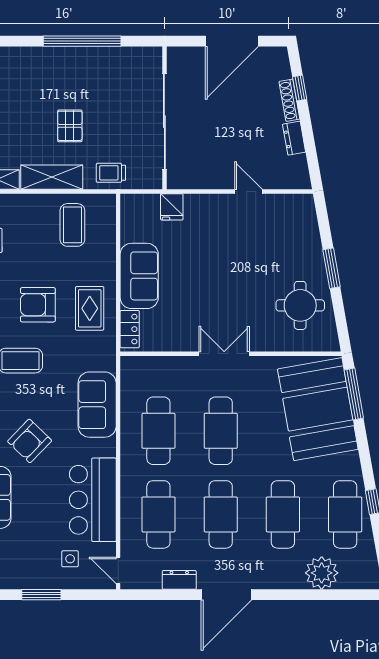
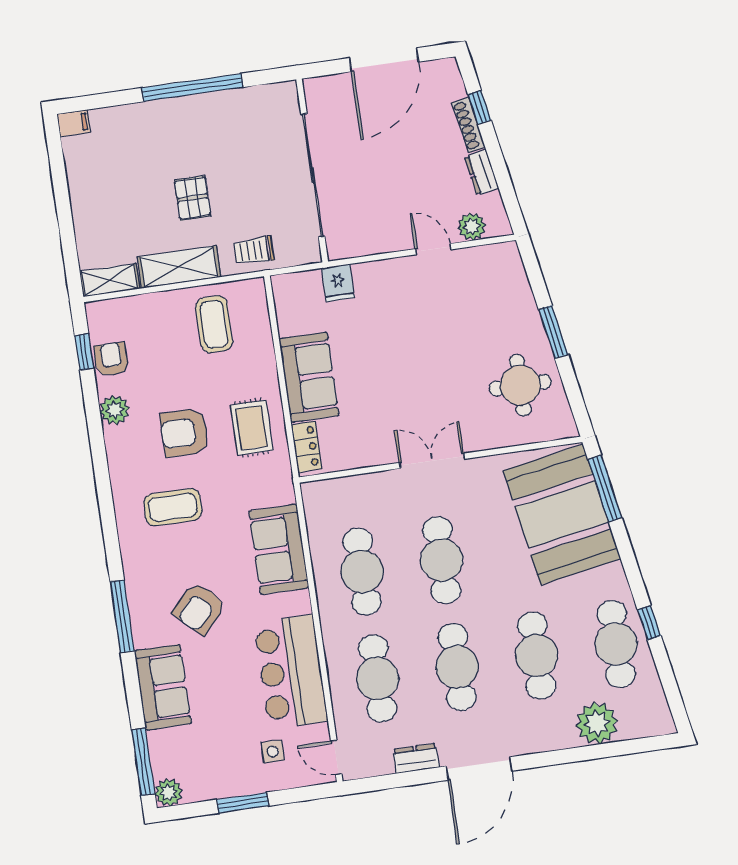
plant: (280, 178) -> (472, 227), added

